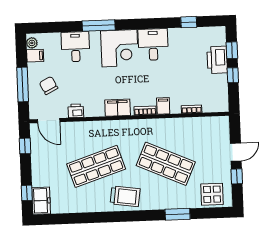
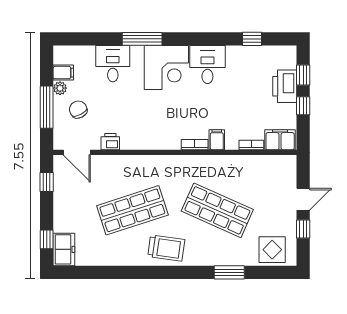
plant: (32, 43) -> (60, 88), moved
filing cabinet: (118, 108) -> (280, 140), moved

